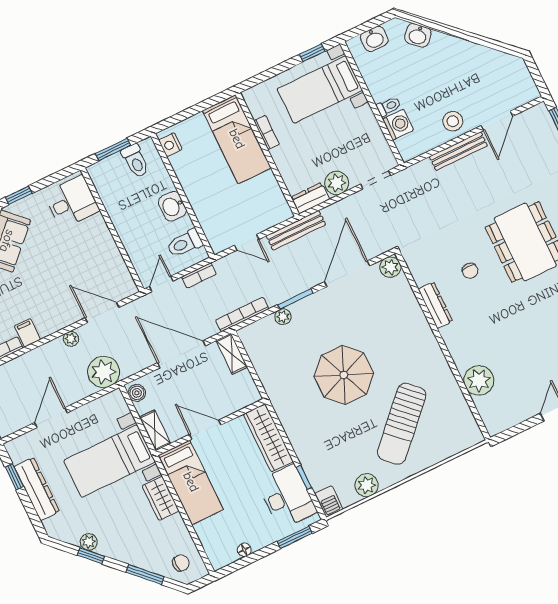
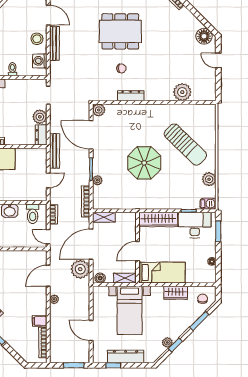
washing machine: (398, 125) -> (40, 61), moved, turned -90
plant: (104, 372) -> (80, 269), moved
wardrobe: (161, 498) -> (176, 293), moved

